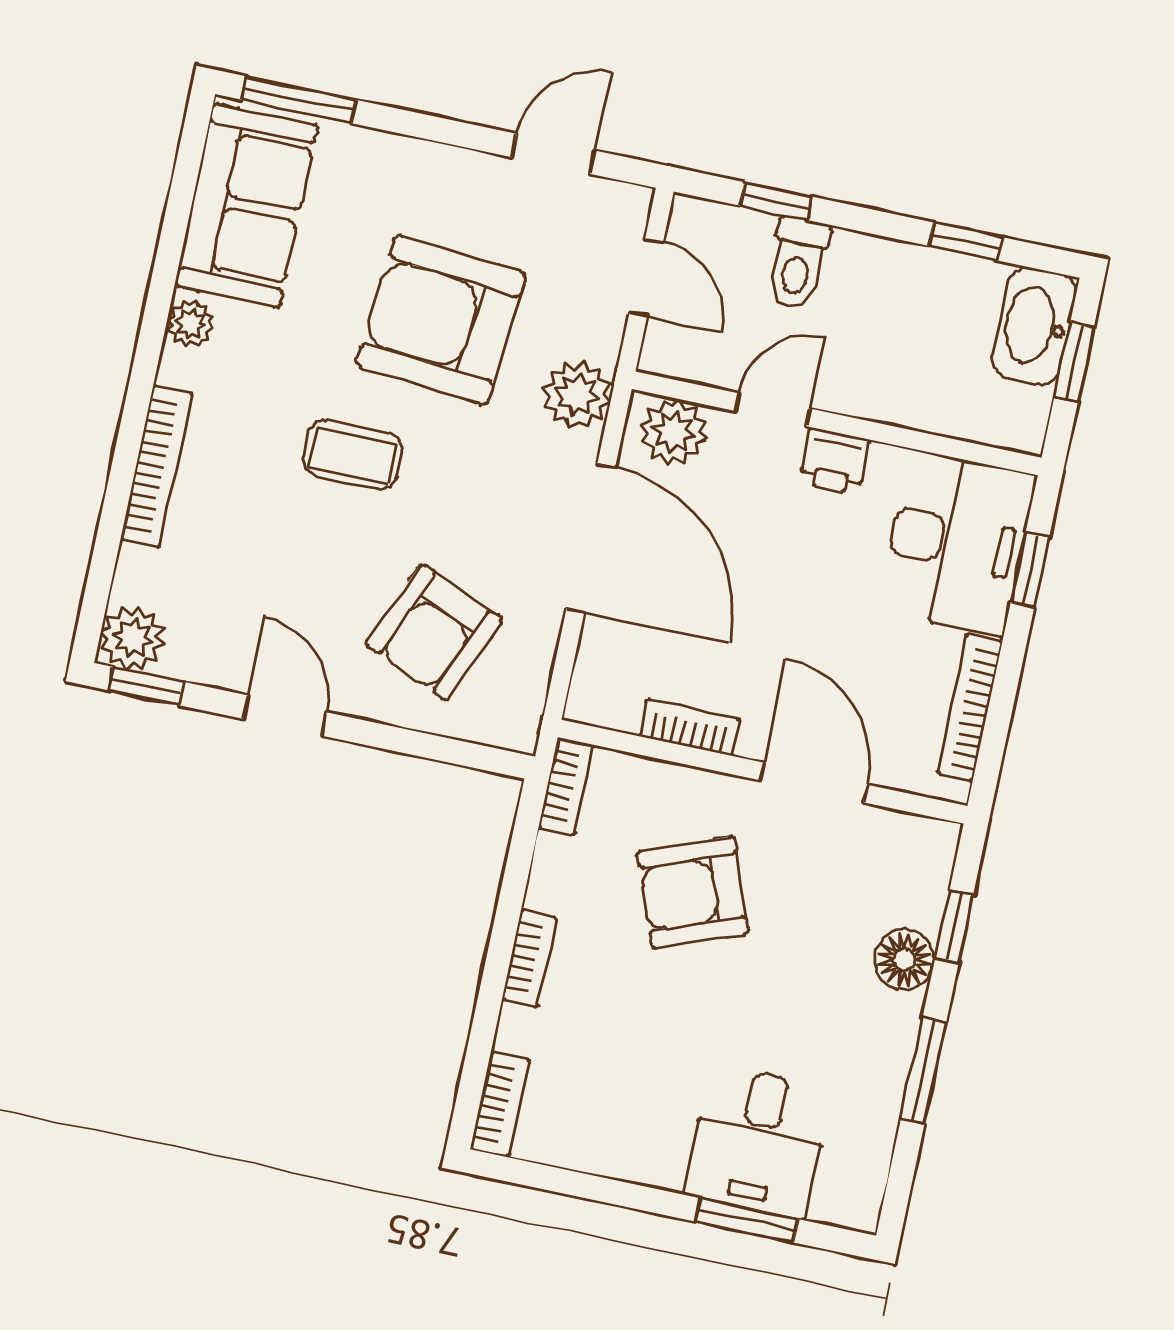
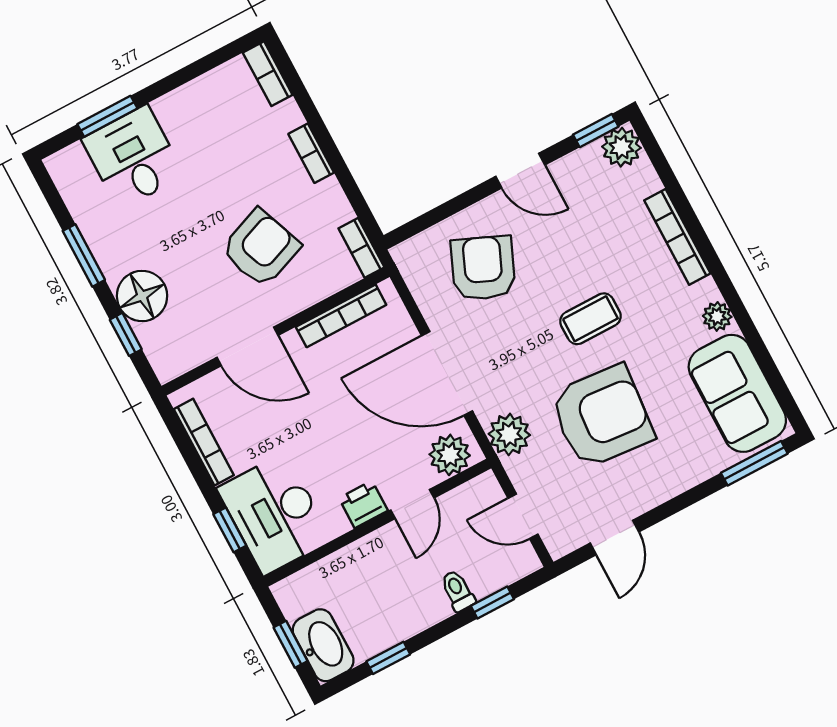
toilet: (798, 263) -> (458, 591), width x0.73, depth x0.72
bookcase: (690, 728) -> (341, 316), width x1.56
floor lamp: (904, 960) -> (142, 296), width x1.38, depth x1.38

